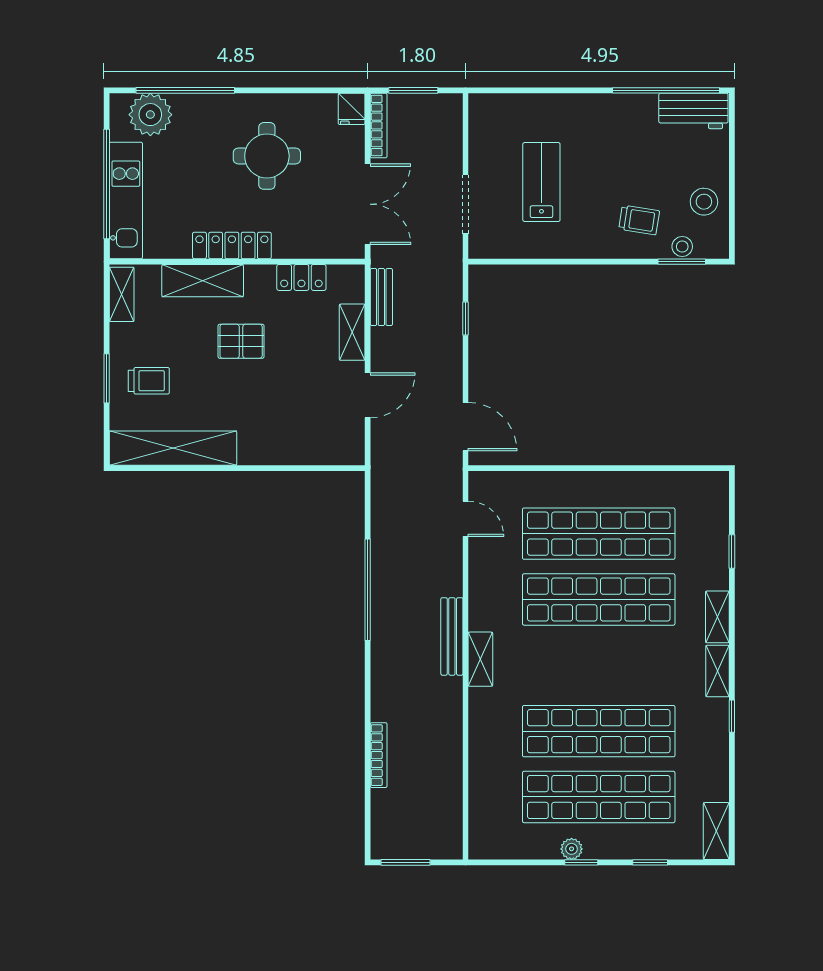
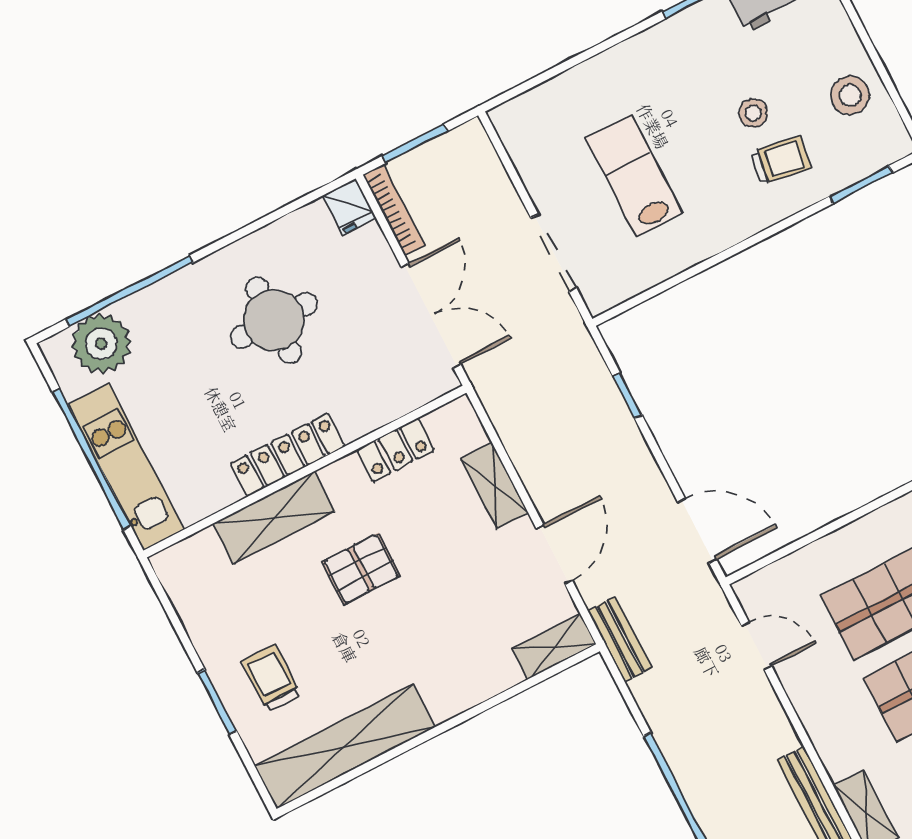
stool: (682, 247) -> (753, 113), moved
shelving: (122, 294) -> (554, 646), moved, turned 90
bench: (381, 297) -> (620, 639), moved
trolley: (149, 381) -> (271, 678), turned -90

